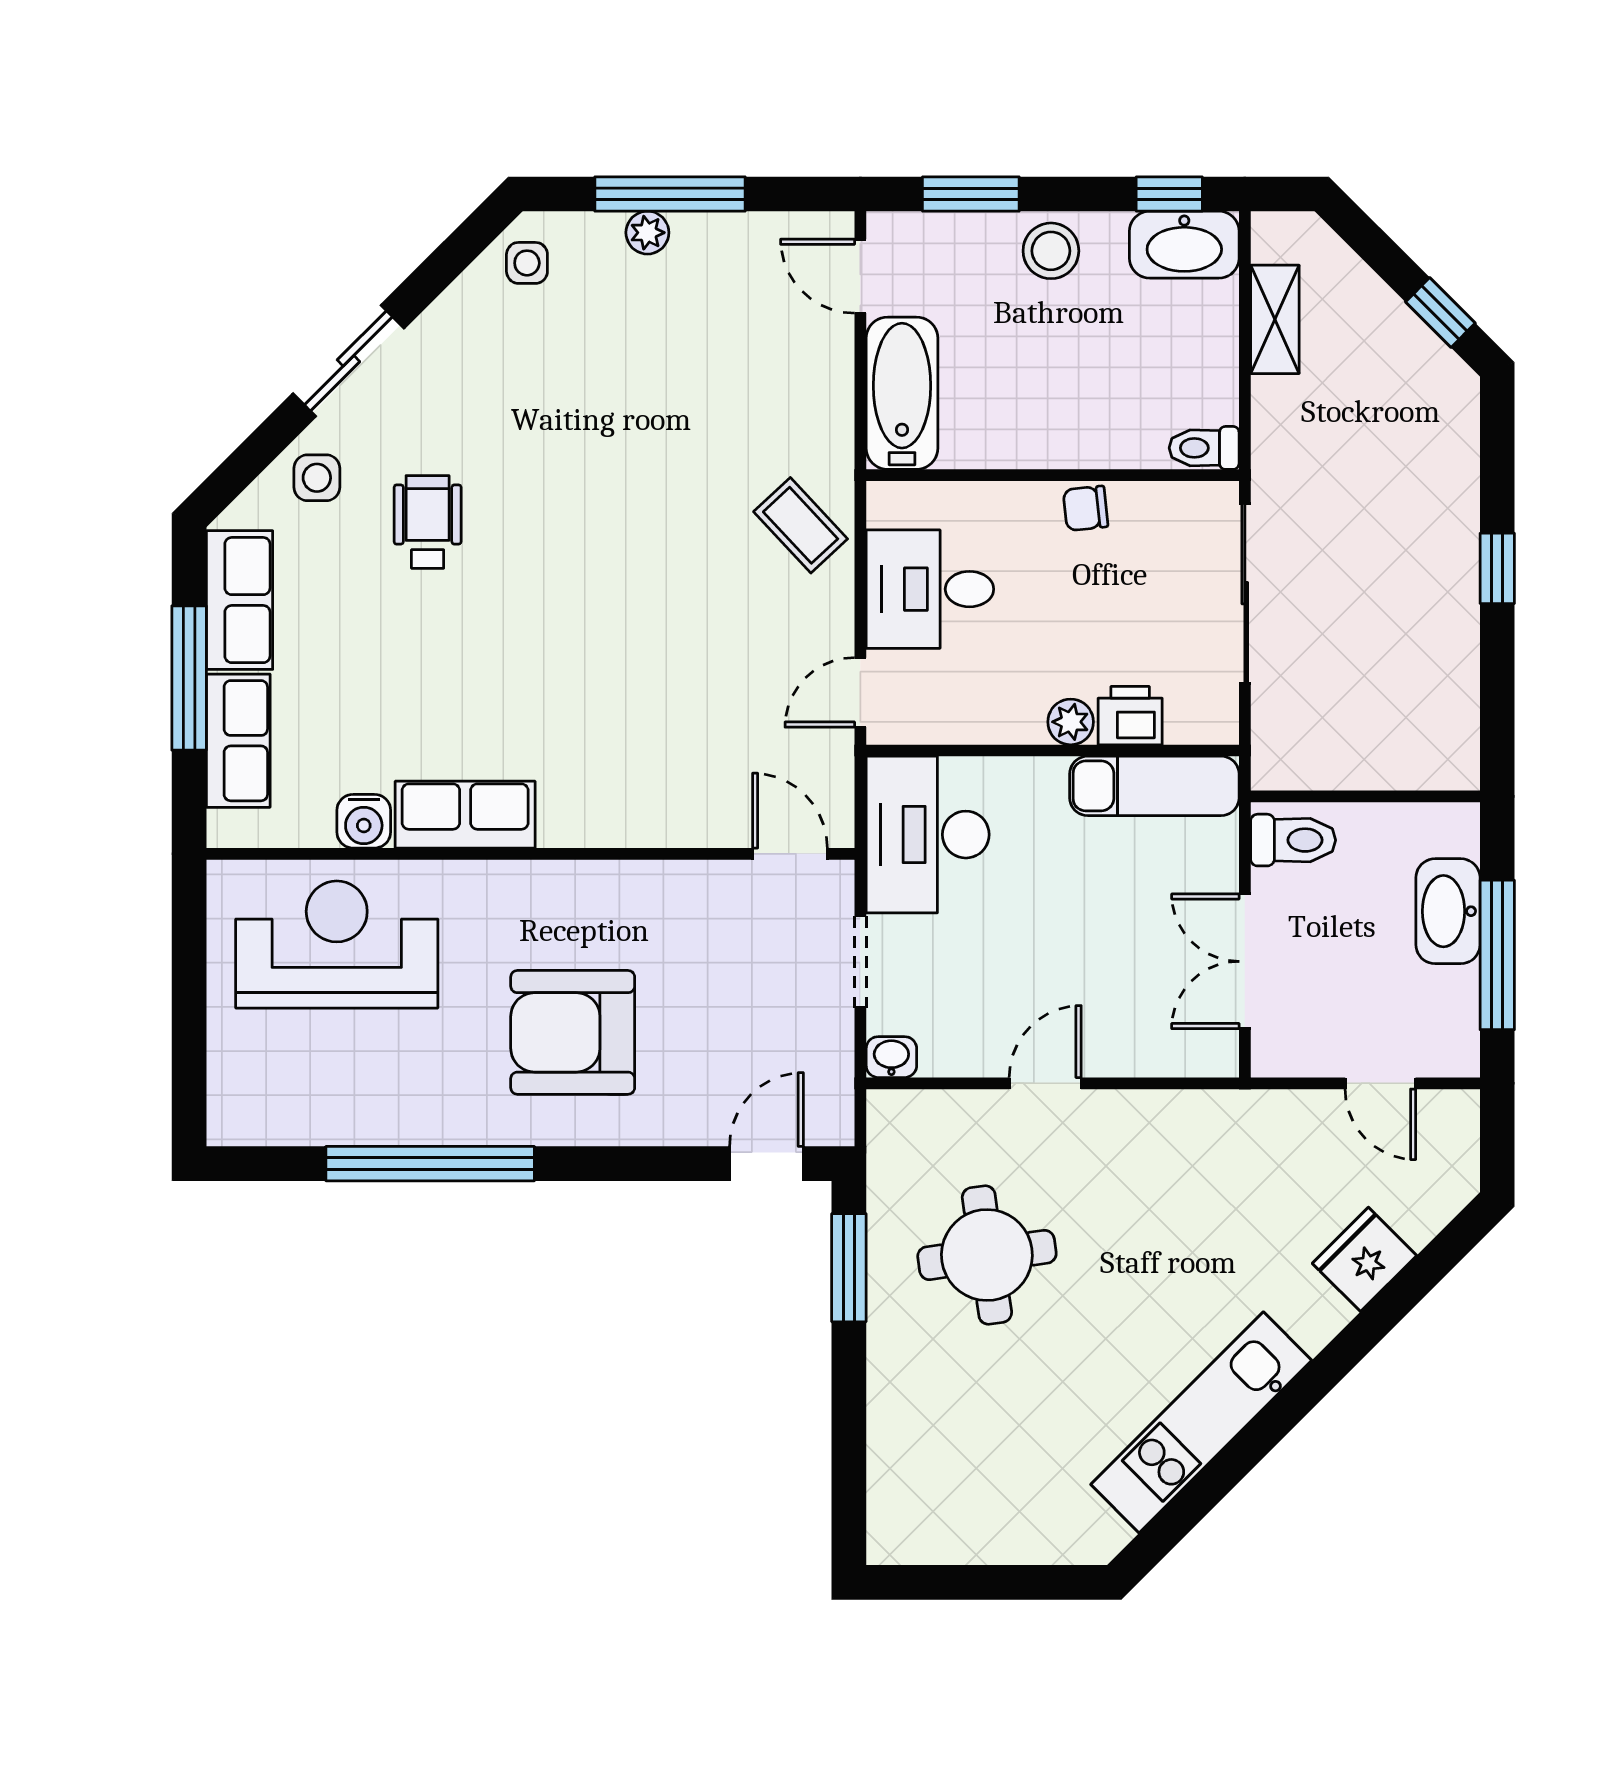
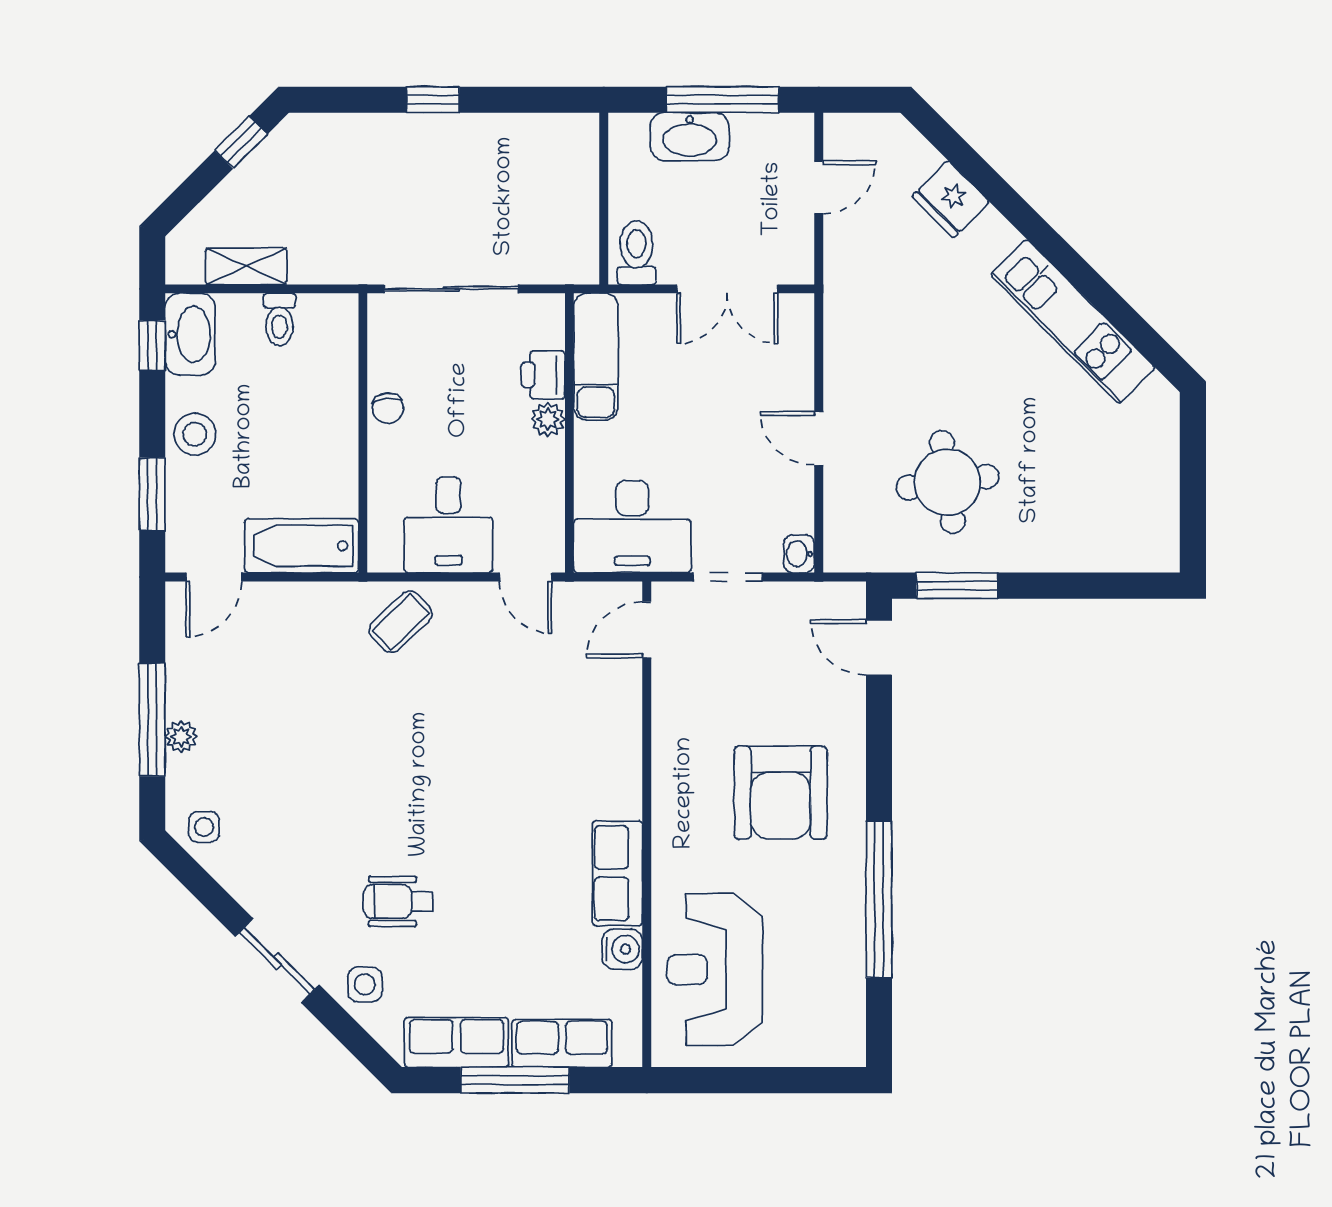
toilet: (1204, 448) -> (280, 319), moved

